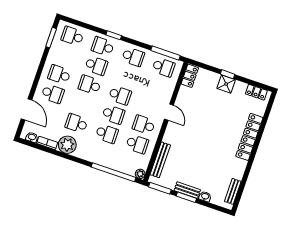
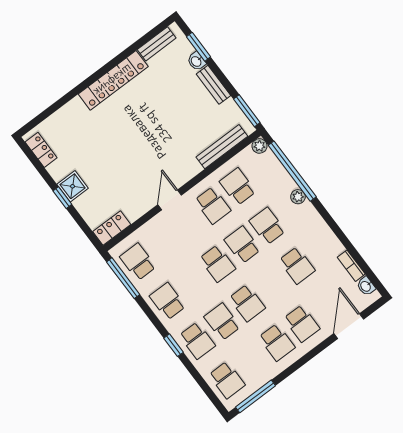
window: (51, 38) -> (256, 396), width x1.44
school desk: (53, 94) -> (302, 324), turned 180
school desk: (120, 95) -> (217, 264), turned 180
locker: (249, 137) -> (113, 80), moved
plant: (67, 145) -> (298, 197), moved, width x0.53, depth x0.53
window: (186, 197) -> (199, 47), moved

